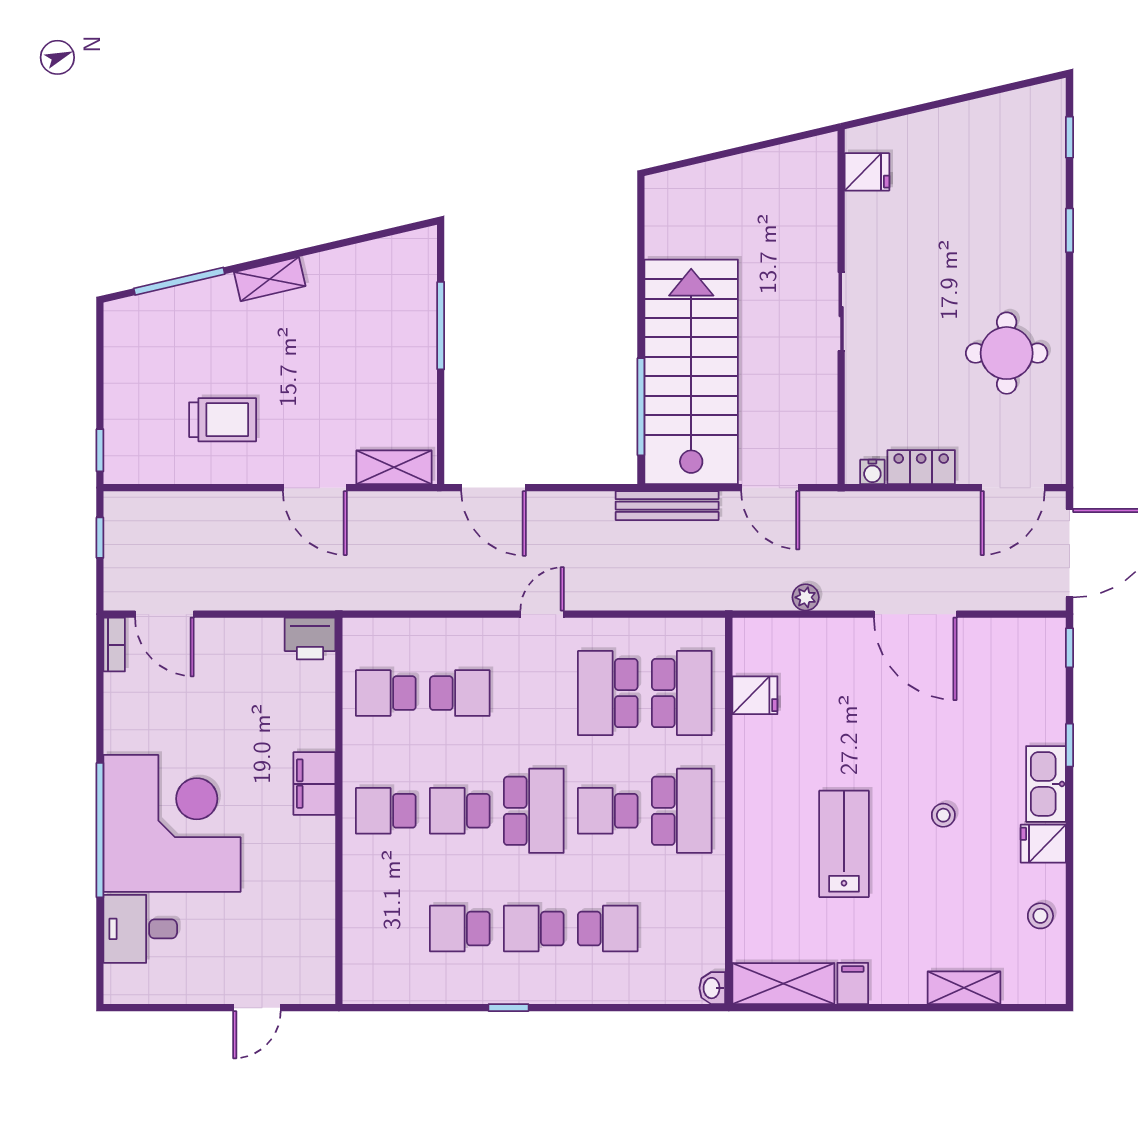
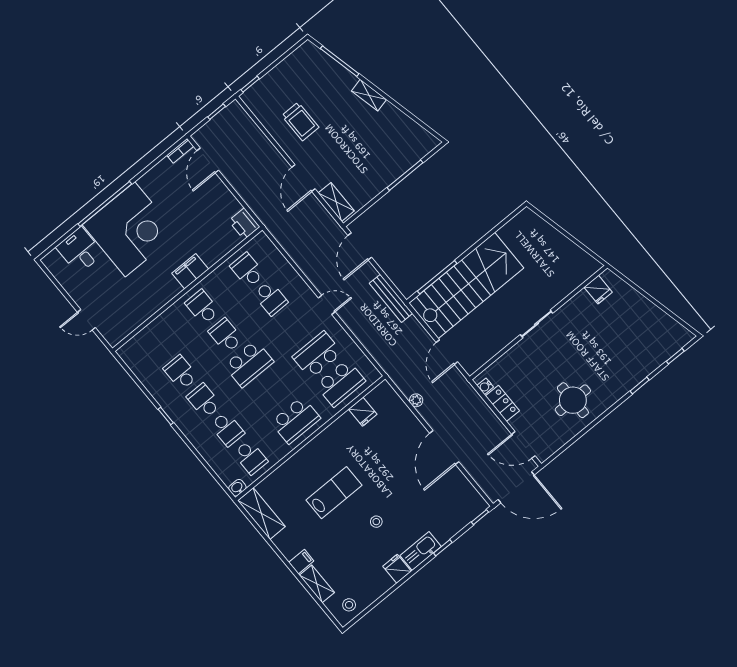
bench: (667, 506) -> (391, 298), moved
school desk: (608, 811) -> (250, 457), moved, turned 180
stool: (1040, 916) -> (349, 605), moved
filing cabinet: (853, 983) -> (301, 562), moved

